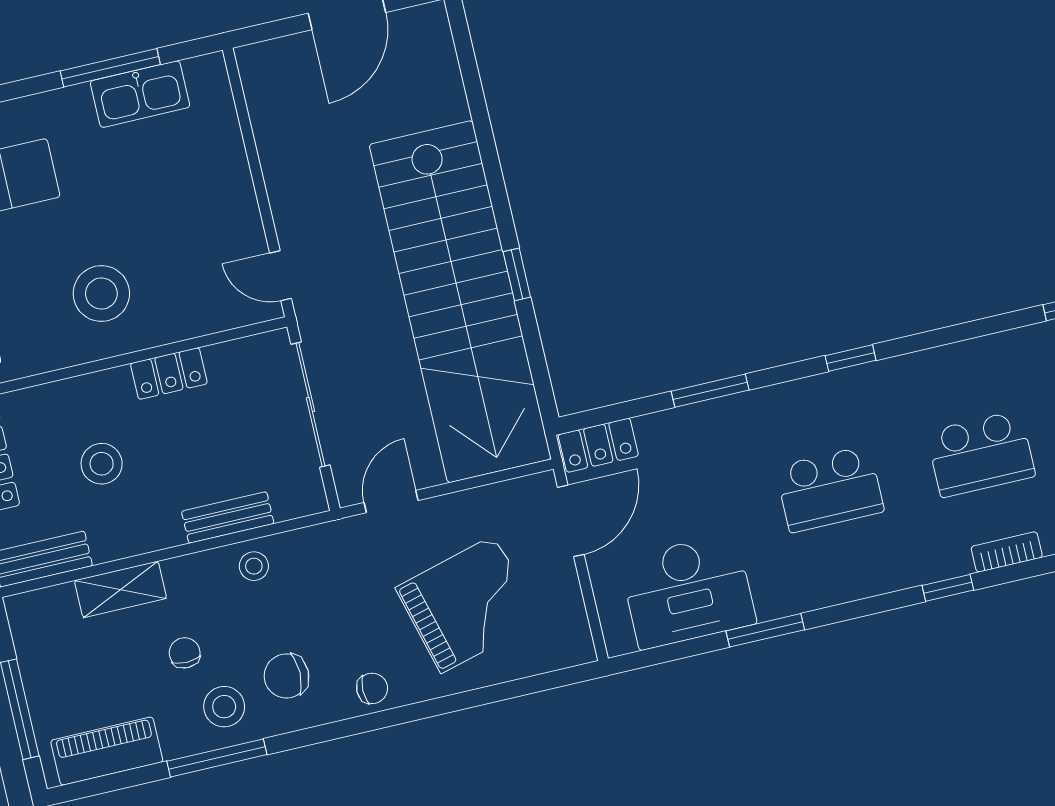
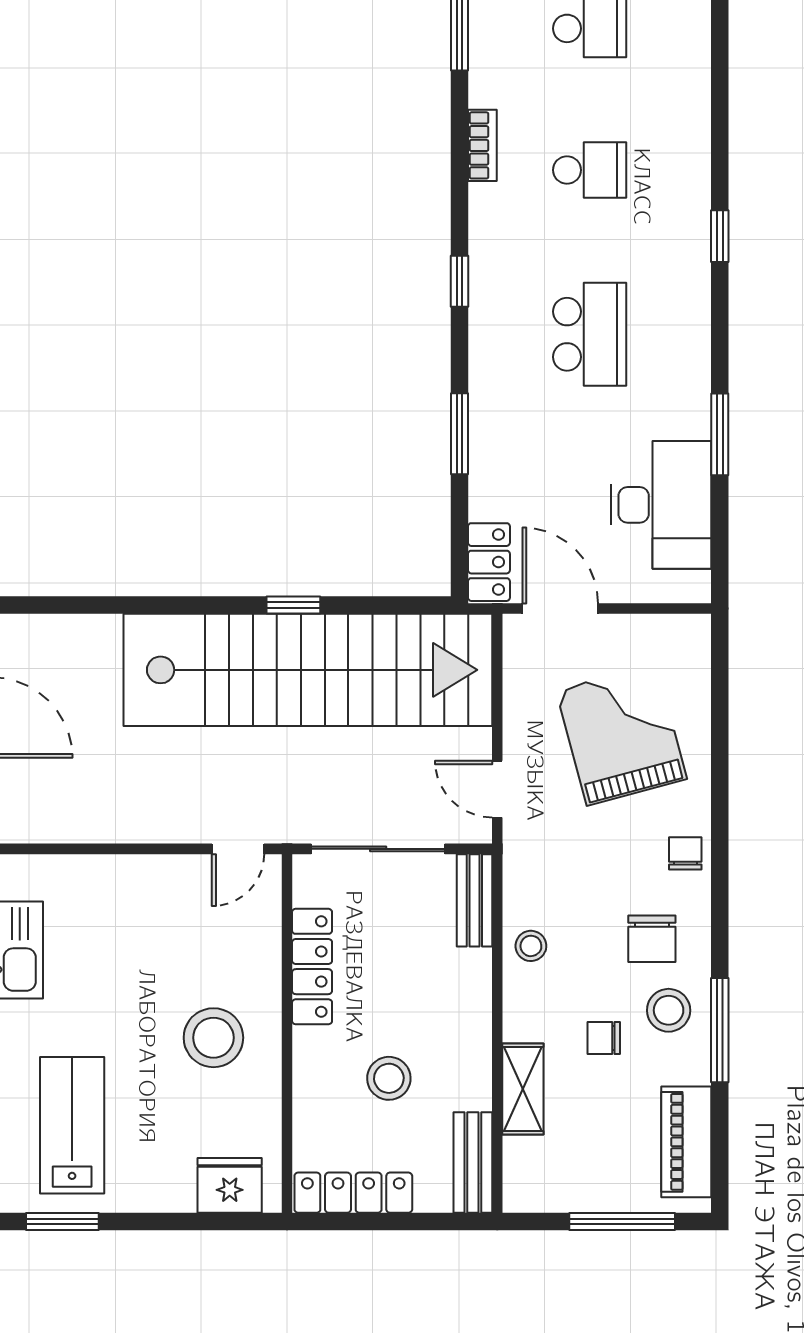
locker: (169, 374) -> (312, 967), width x1.53
school desk: (981, 454) -> (590, 170), width x0.54
bench: (228, 517) -> (474, 900), moved
bookcase: (1007, 552) -> (482, 145), moved, turned 180

